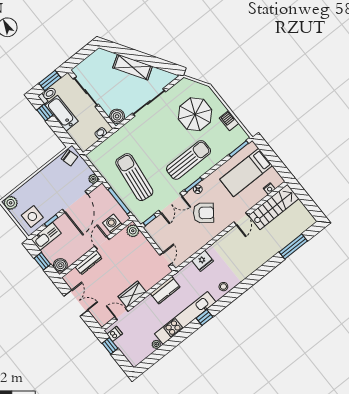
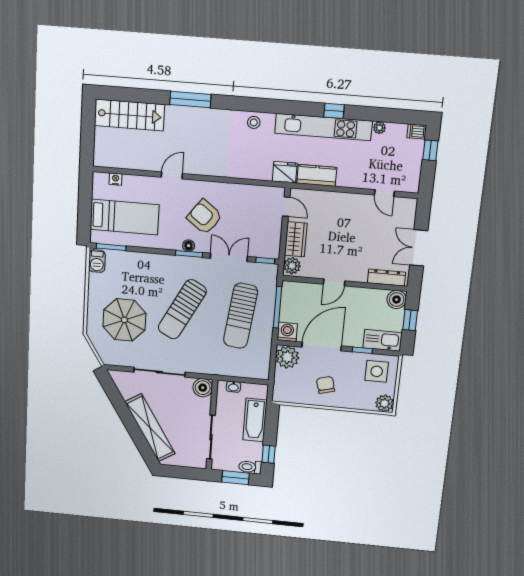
shelving: (133, 67) -> (150, 428), width x1.47
bathtub: (62, 113) -> (255, 420), moved
barbecue: (229, 121) -> (97, 261), moved
chair: (69, 158) -> (326, 385), moved
sun lounger: (189, 160) -> (182, 309), moved, turned -62
plant: (93, 179) -> (287, 357), width x1.88, depth x1.88
stairs: (274, 207) -> (129, 115), moved, turned 180
washing machine: (112, 224) -> (287, 332), moved, turned 180
window: (293, 247) -> (190, 100), moved
door: (166, 259) -> (286, 207), swing flipped
fridge: (203, 261) -> (285, 172), moved
dresser: (89, 263) -> (387, 278), moved
wardrobe: (132, 294) -> (296, 239), moved, turned -90
window: (204, 317) -> (334, 111), moved
dishwasher: (115, 334) -> (417, 131), moved
window: (110, 346) -> (430, 150), moved

